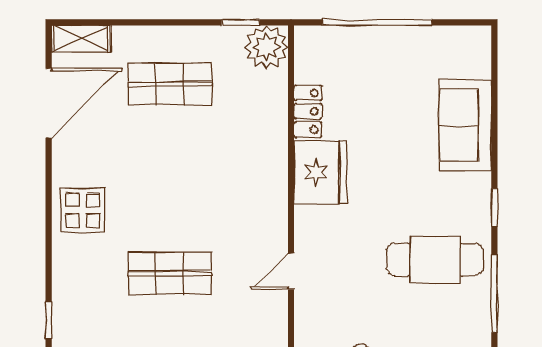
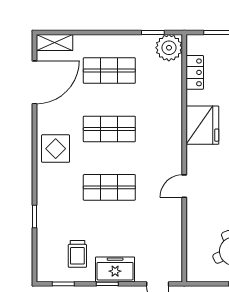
locker: (308, 111) -> (195, 72), moved
shop shelf: (170, 179) -> (109, 129), added

